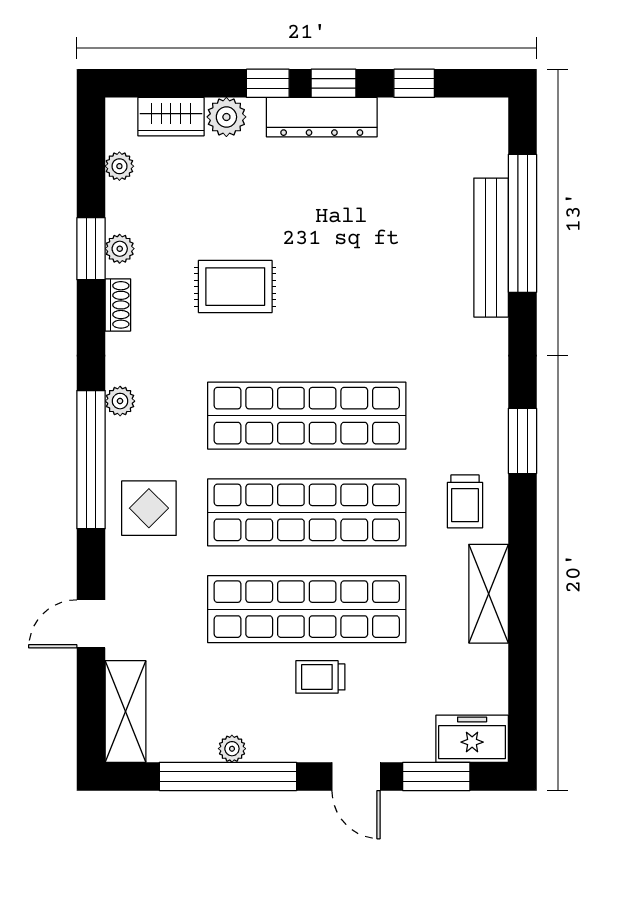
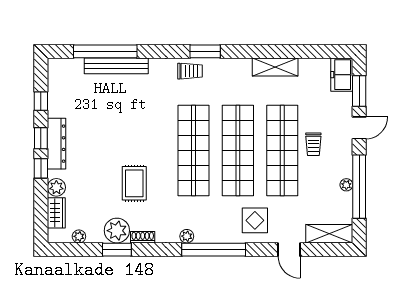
plant: (120, 249) -> (117, 231), width x1.87, depth x1.87
trolley: (465, 501) -> (190, 71), moved
display table: (149, 508) -> (255, 220), moved

